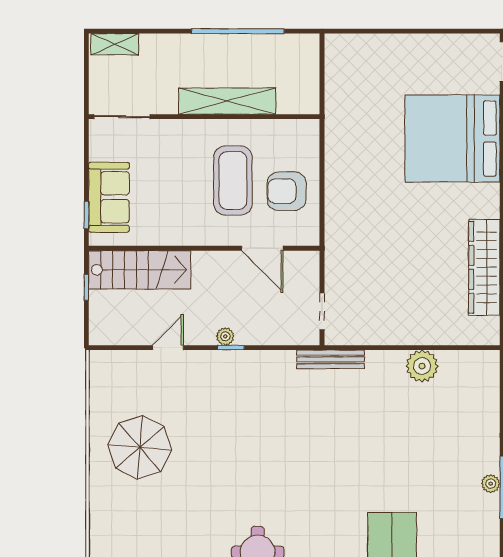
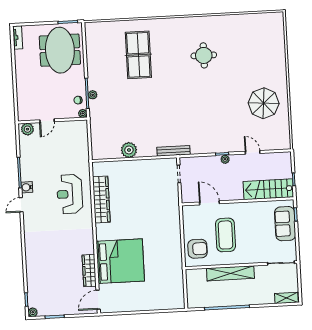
armchair: (287, 191) -> (198, 249), moved
door: (168, 348) -> (253, 152), swing flipped

